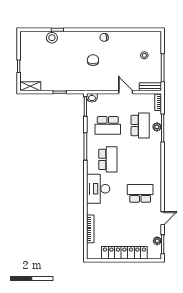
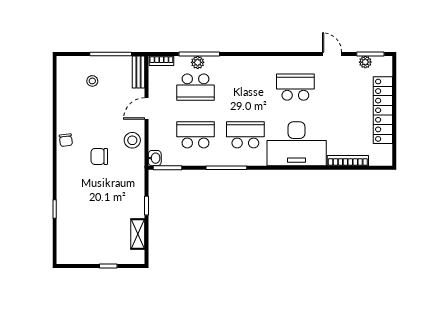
stool: (52, 38) -> (132, 140), moved
shelving: (30, 86) -> (138, 234), moved
school desk: (108, 125) -> (195, 135), turned -90
school desk: (140, 125) -> (195, 87), turned 180
desk: (98, 189) -> (297, 144), width x1.36, depth x1.30
school desk: (140, 193) -> (295, 87), turned 90

